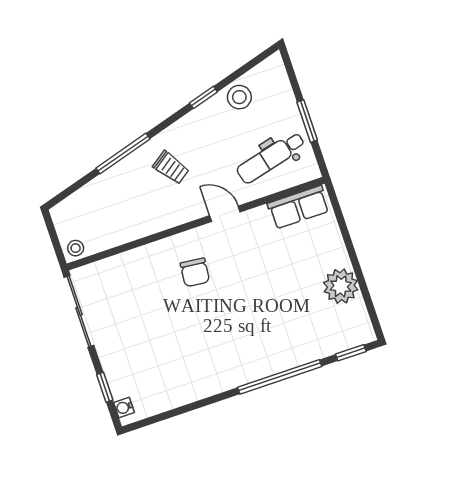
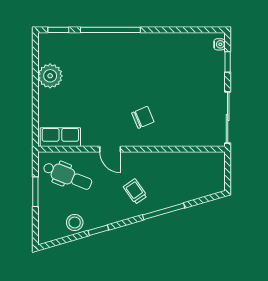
dental chair: (271, 158) -> (67, 176), turned 36
stool: (76, 248) -> (216, 160), removed
chair: (195, 272) -> (143, 117), turned 61

